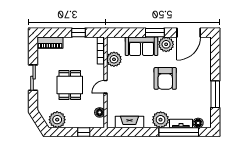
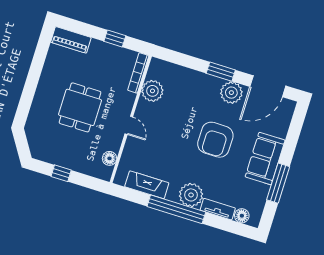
sofa: (141, 46) -> (265, 159), moved, turned 90
sliding door: (33, 78) -> (32, 81), removed
door: (106, 87) -> (129, 125), swing flipped
plant: (57, 120) -> (47, 150), removed
window: (84, 132) -> (61, 173), moved
window: (179, 132) -> (176, 209), moved

